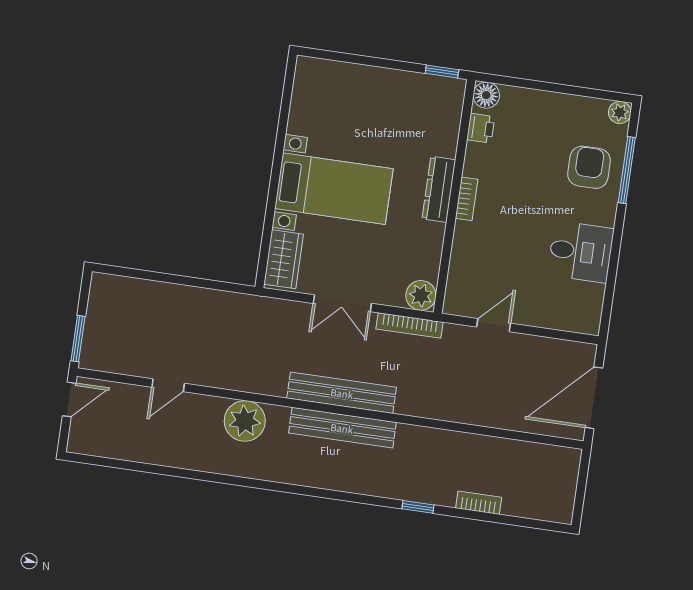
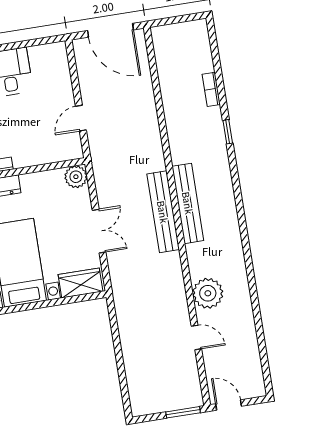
bookcase: (410, 325) -> (100, 178), removed
door: (494, 325) -> (81, 118), hinge flipped
plant: (245, 421) -> (208, 293), moved

